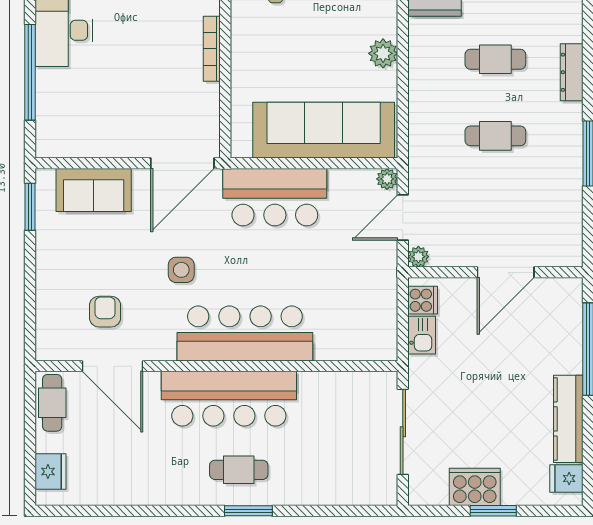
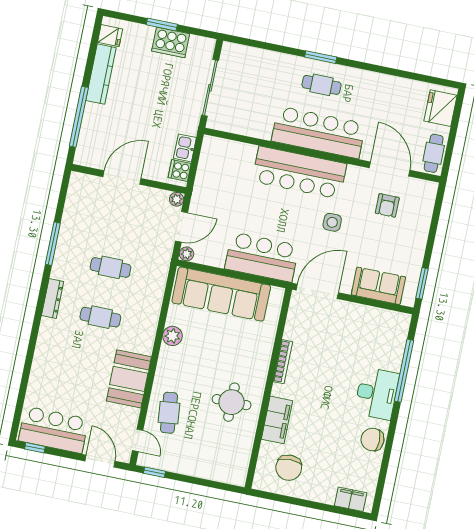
fridge: (50, 472) -> (441, 108), width x1.36, depth x1.34

